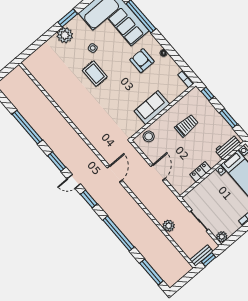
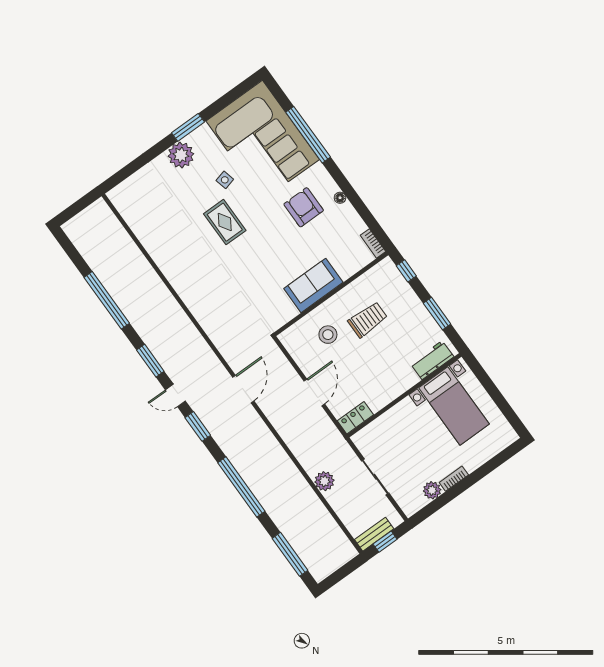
stool: (149, 136) -> (328, 335), moved
locker: (201, 172) -> (355, 418), moved
plant: (222, 237) -> (432, 490), moved

